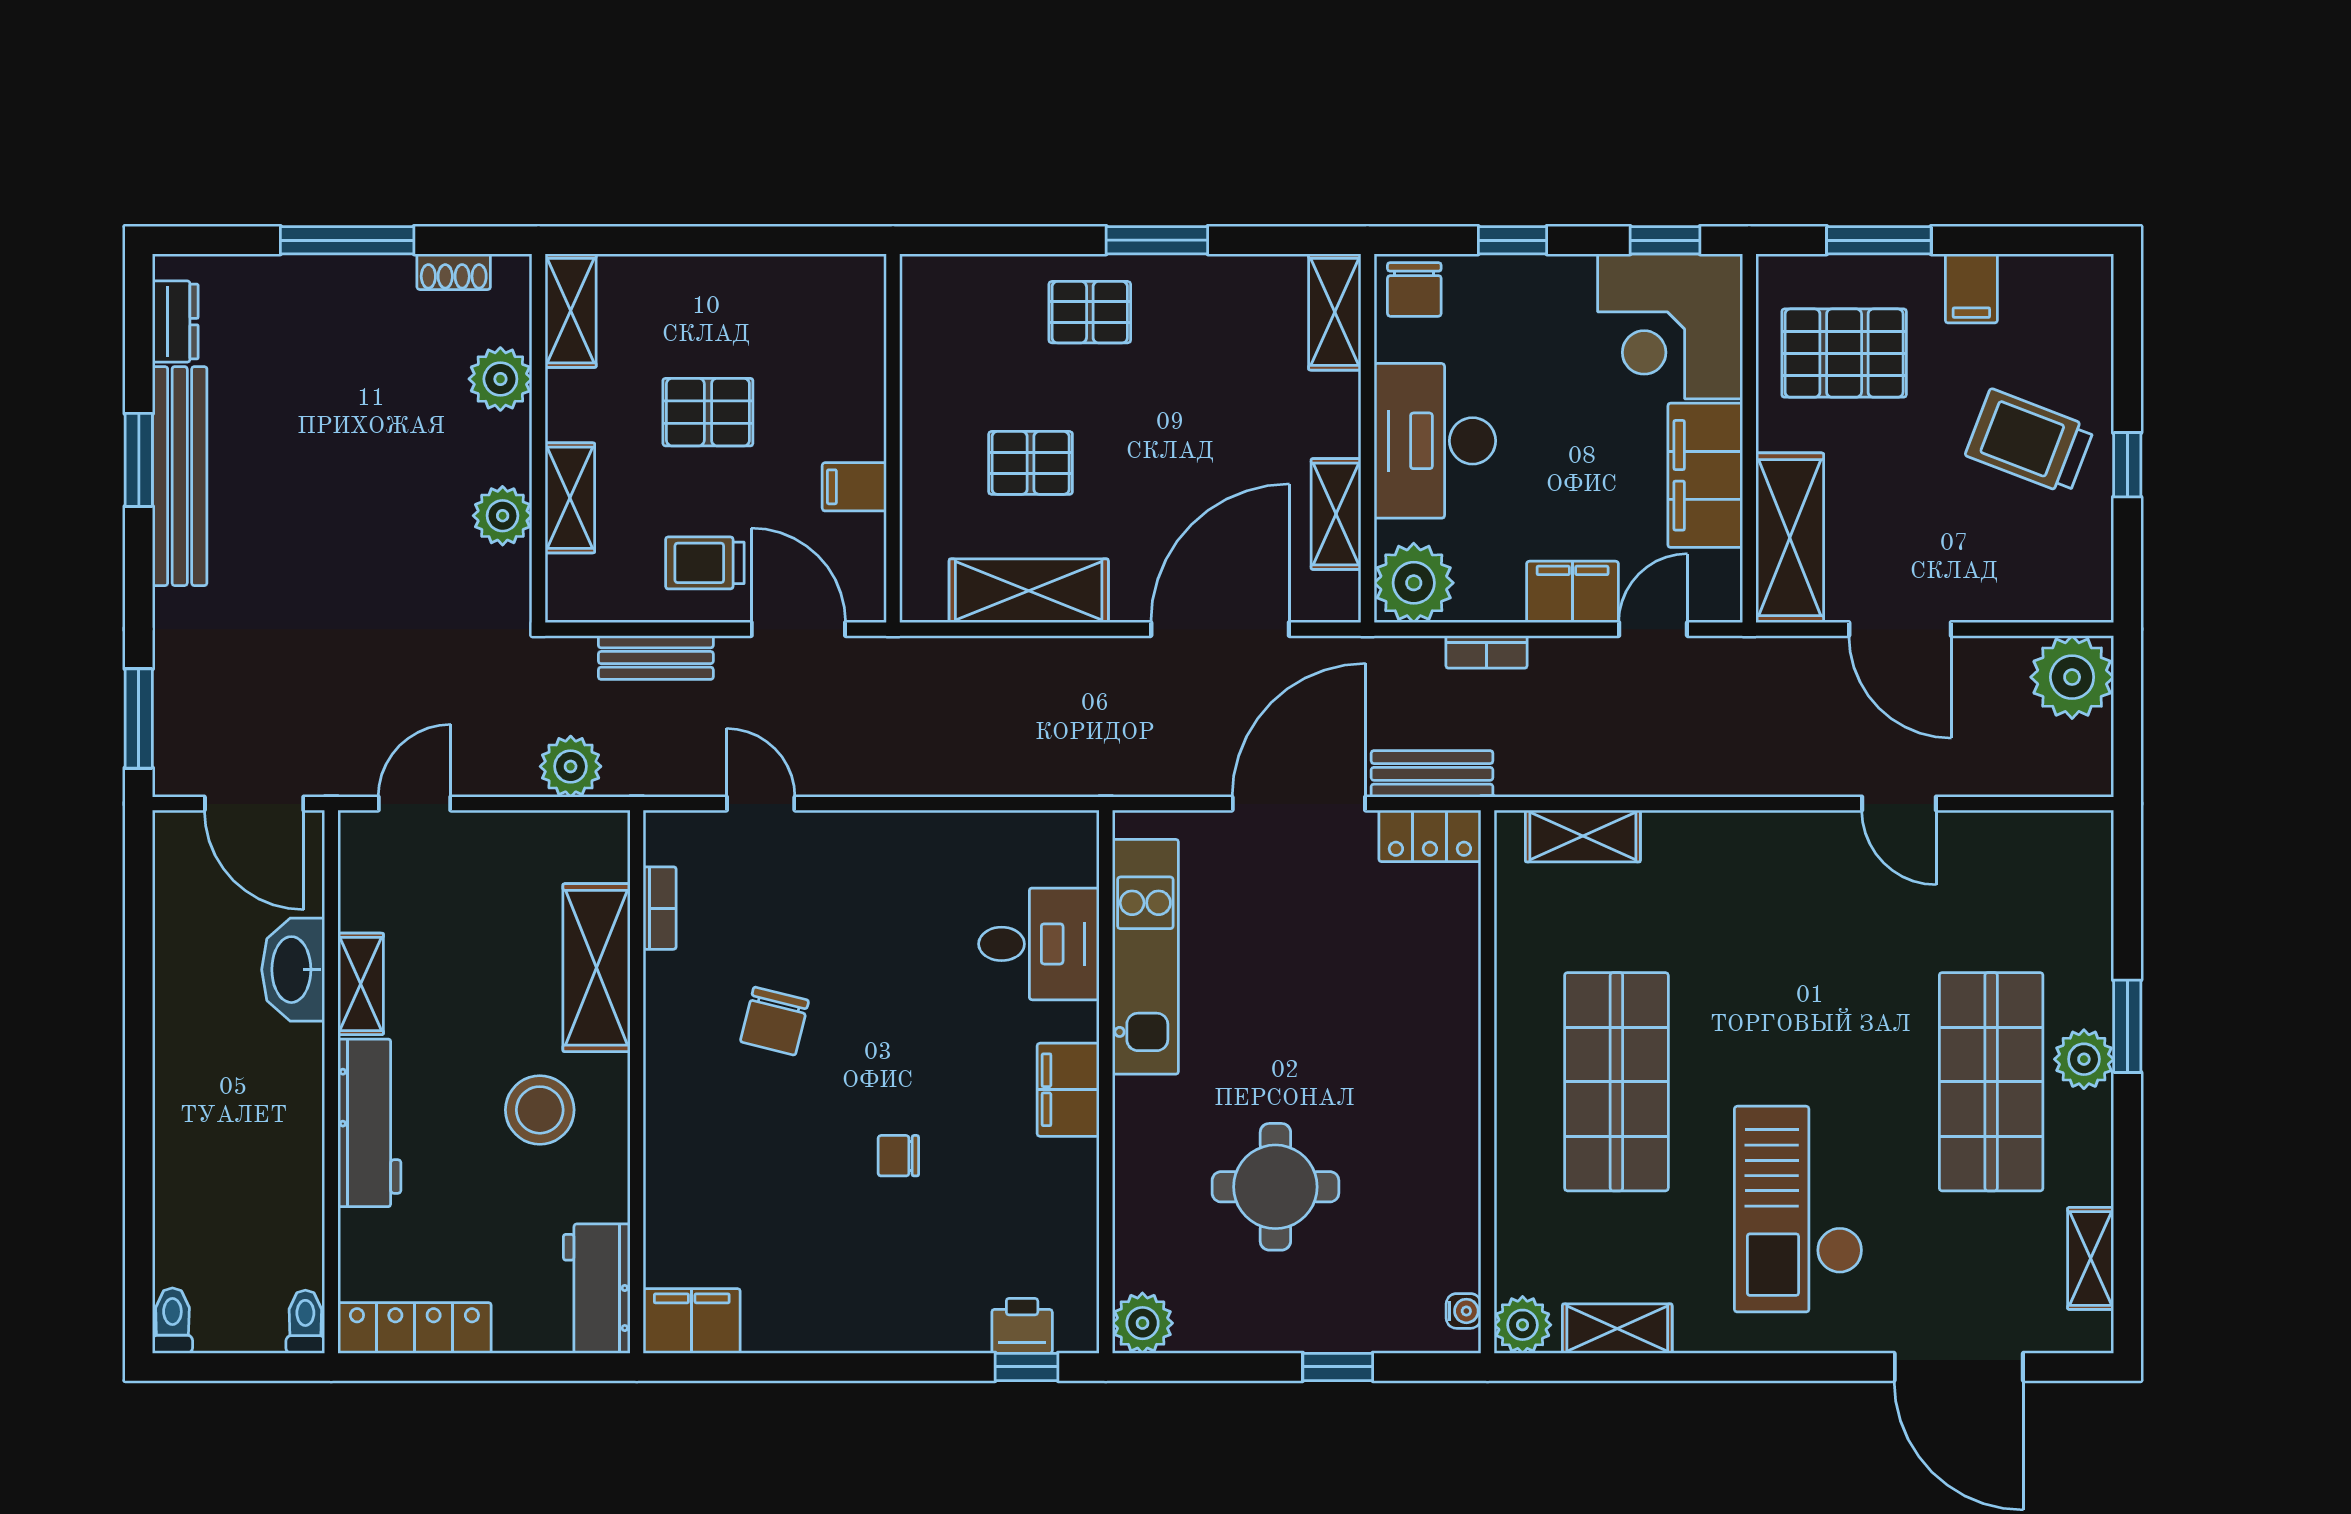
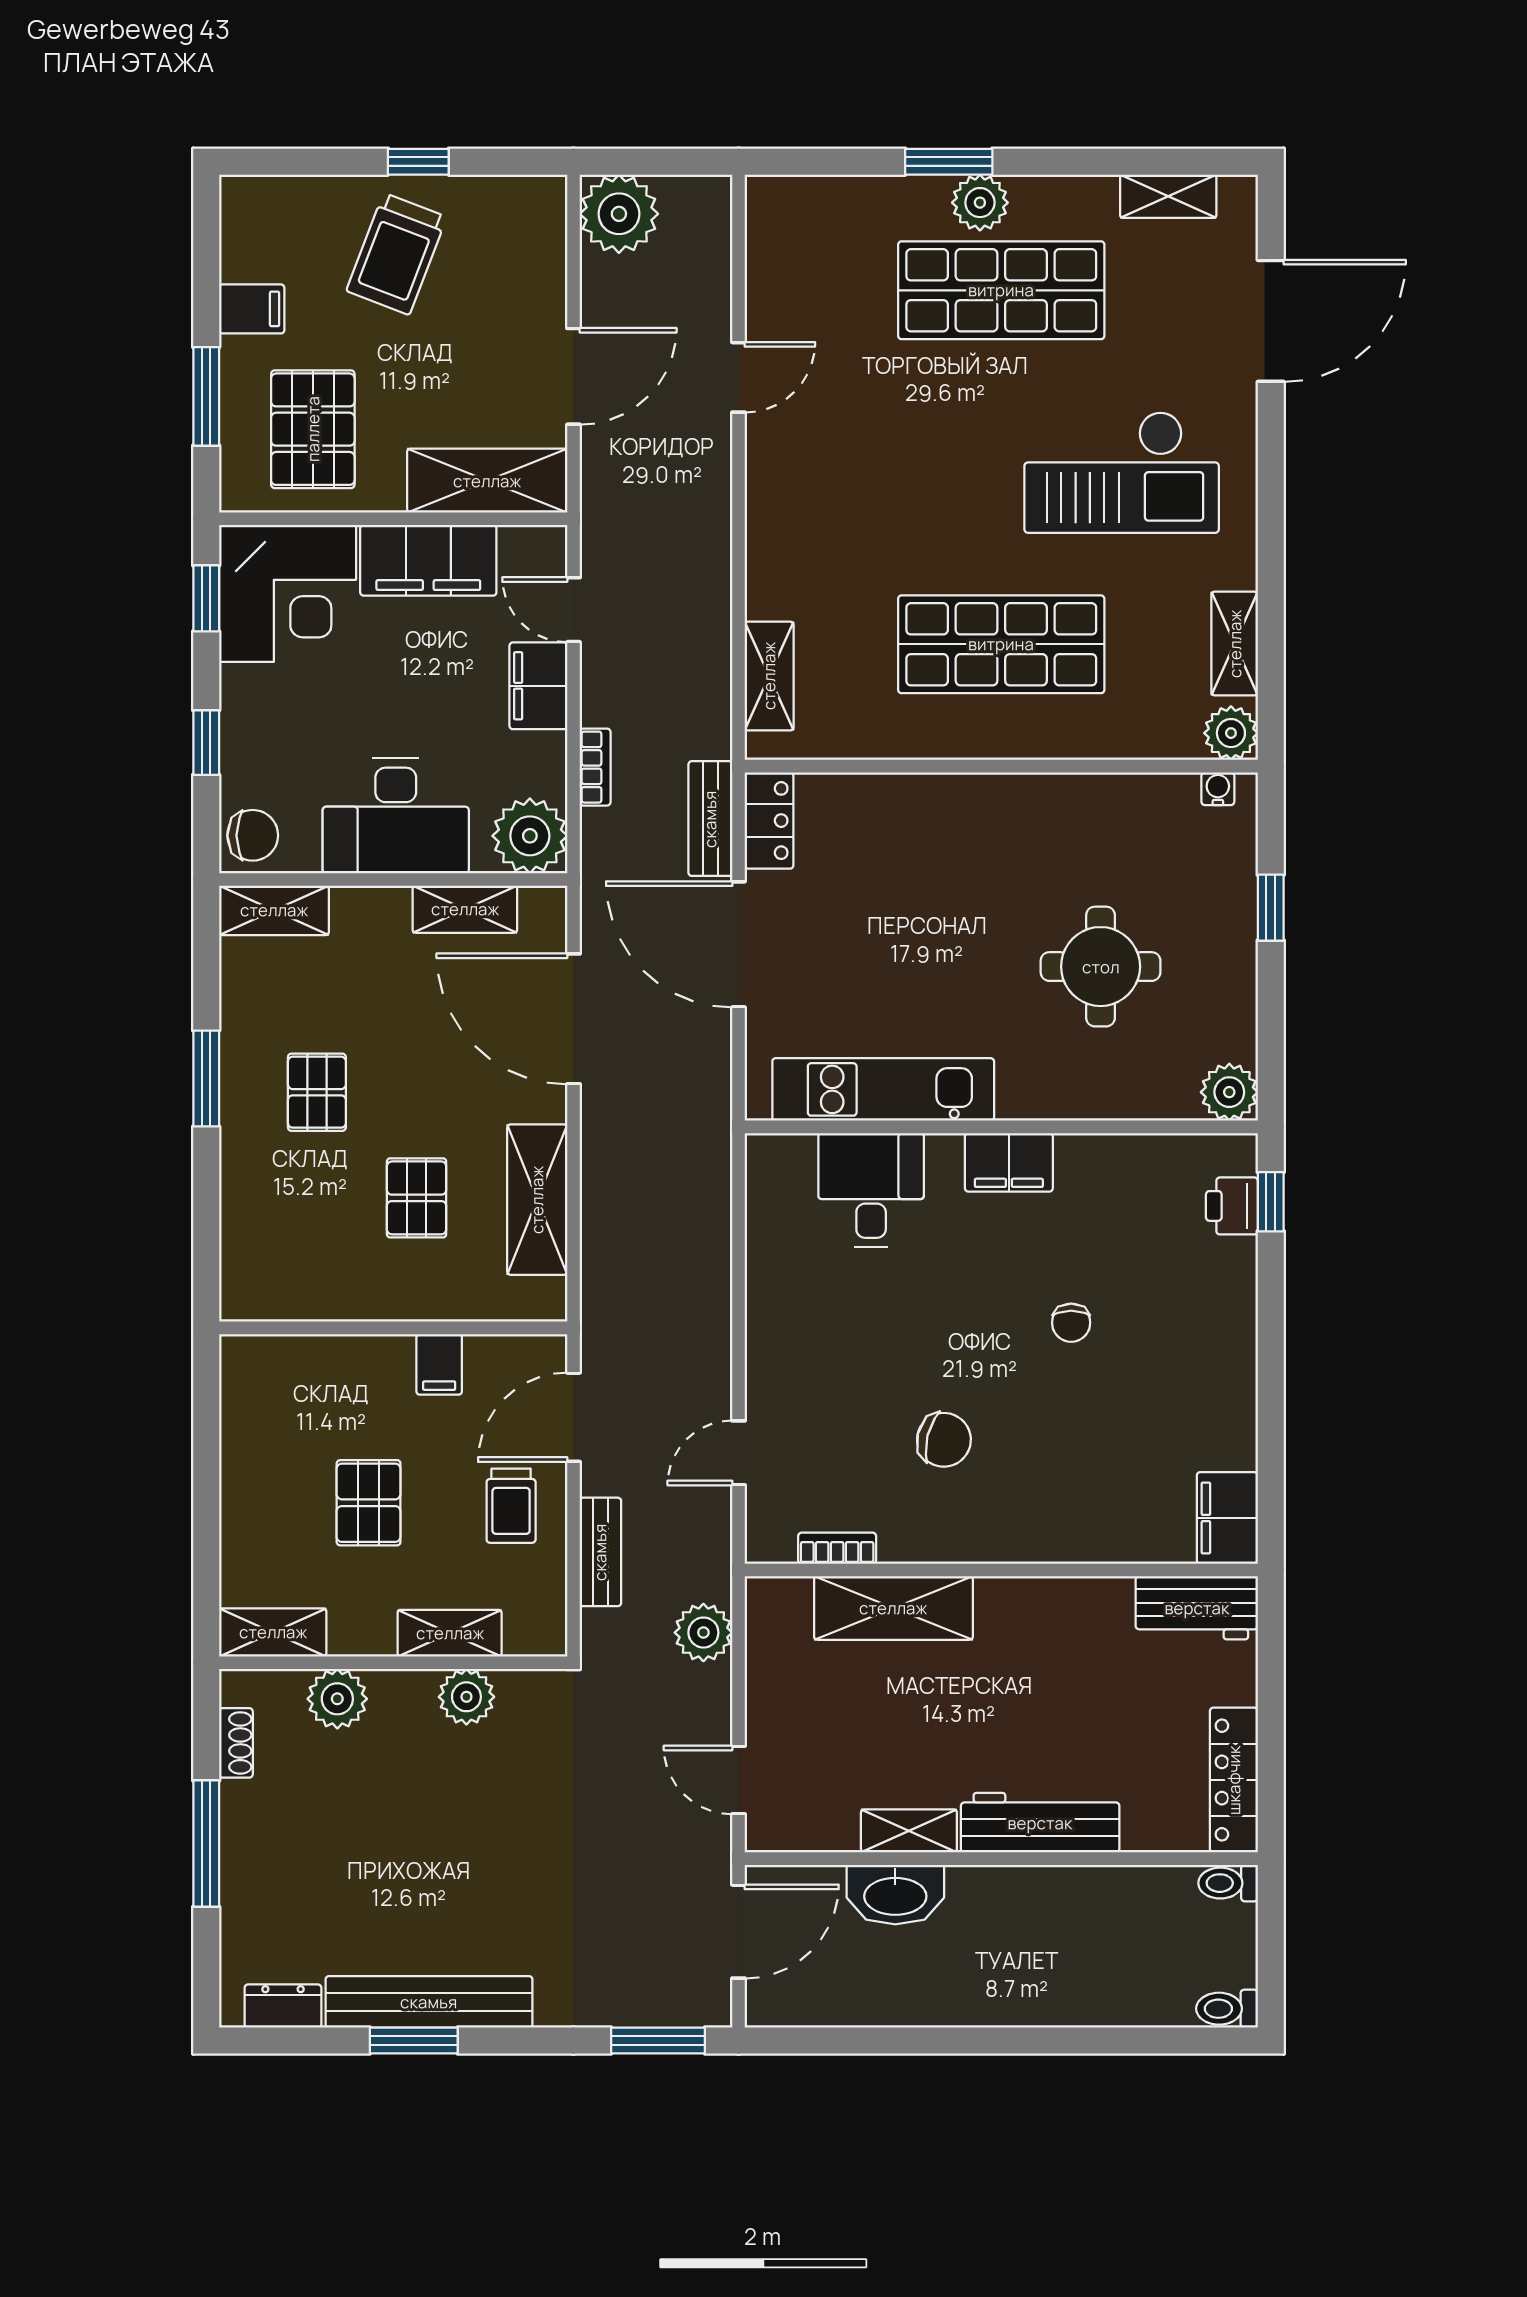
pallet: (1090, 312) -> (317, 1092), moved
stool: (540, 1110) -> (1028, 1662), removed

